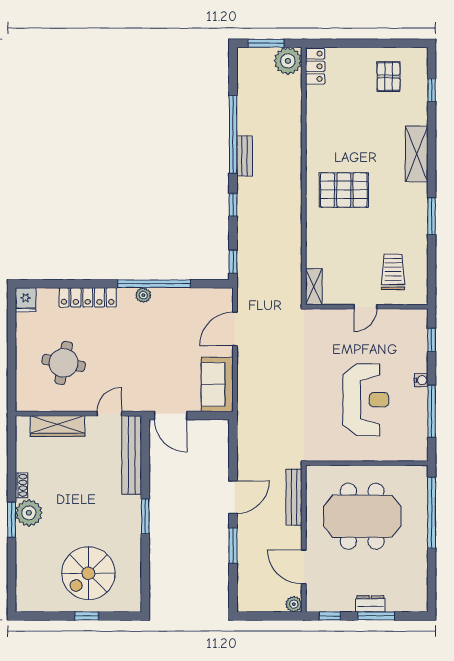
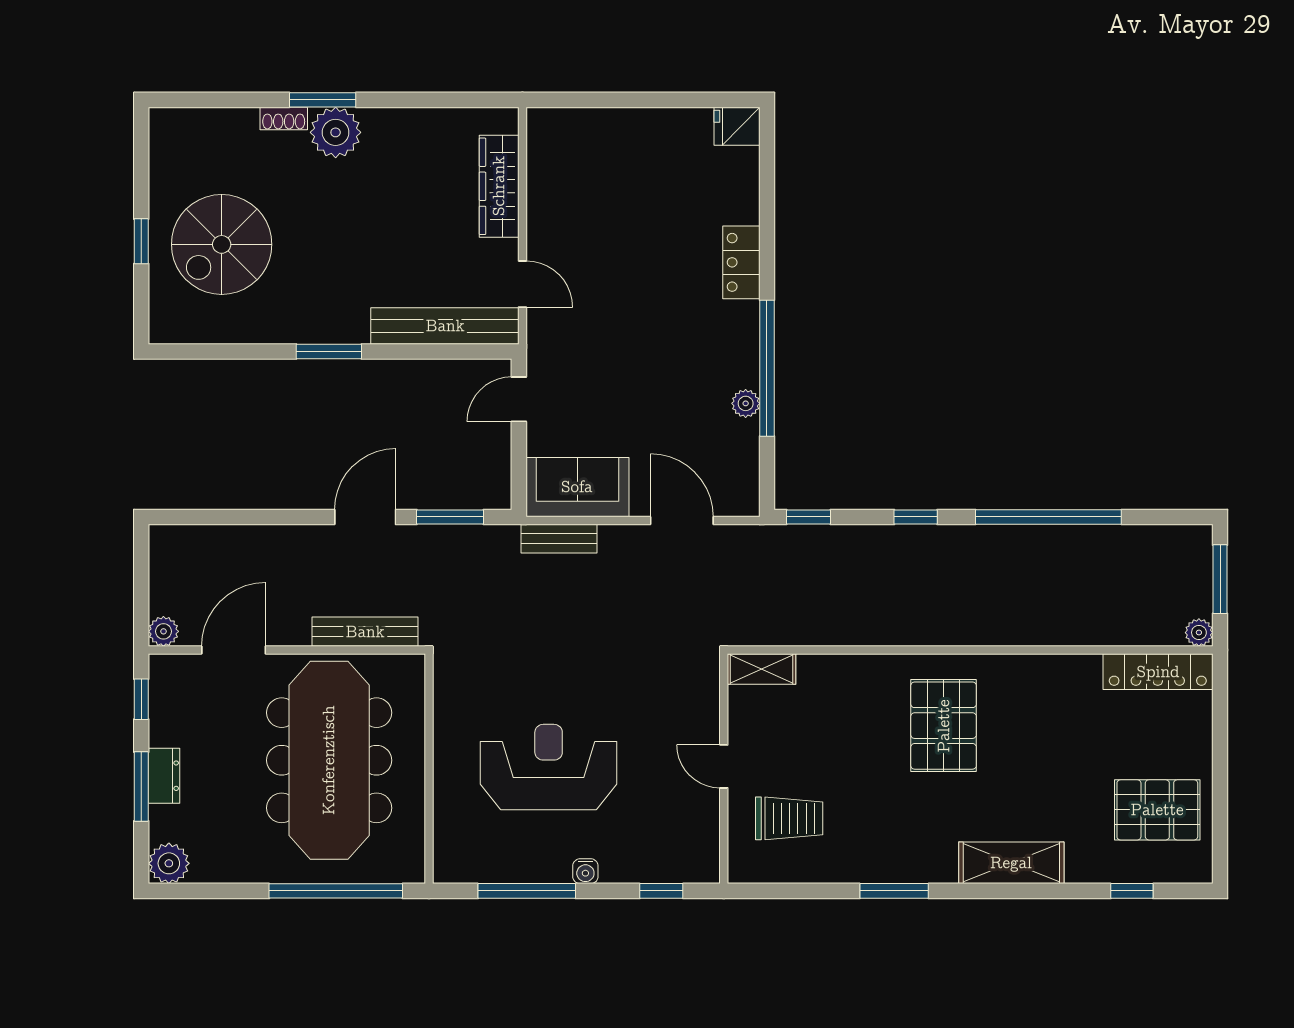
plant: (288, 61) -> (1199, 633), width x0.53, depth x0.53
locker: (315, 66) -> (1158, 672), width x1.53
pallet: (389, 77) -> (1157, 810), width x1.50, depth x1.42
bench: (245, 156) -> (559, 539), moved
plant: (143, 295) -> (746, 403), moved
locker: (88, 297) -> (741, 262), width x0.66
round table: (64, 363) -> (618, 198), removed
reception desk: (366, 400) -> (549, 767), turned 180
door: (171, 416) -> (519, 399), width x0.73
shoe rack: (21, 485) -> (284, 118), moved
door: (233, 497) -> (365, 517), swing flipped
meeting table: (362, 516) -> (329, 760), width x1.36
window: (233, 546) -> (450, 517), moved
spiral stairs: (88, 573) -> (222, 244), turned -90
plant: (417, 601) -> (169, 863), added

